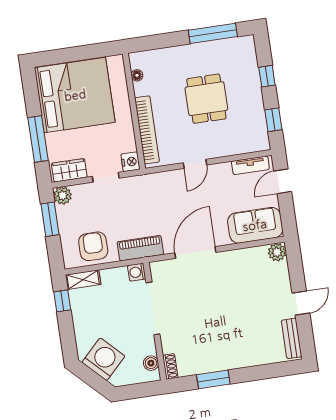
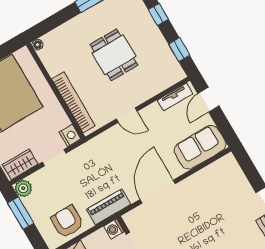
floor lamp: (137, 75) -> (38, 45), moved
door: (195, 164) -> (127, 115), hinge flipped
plant: (277, 252) -> (228, 163), removed

